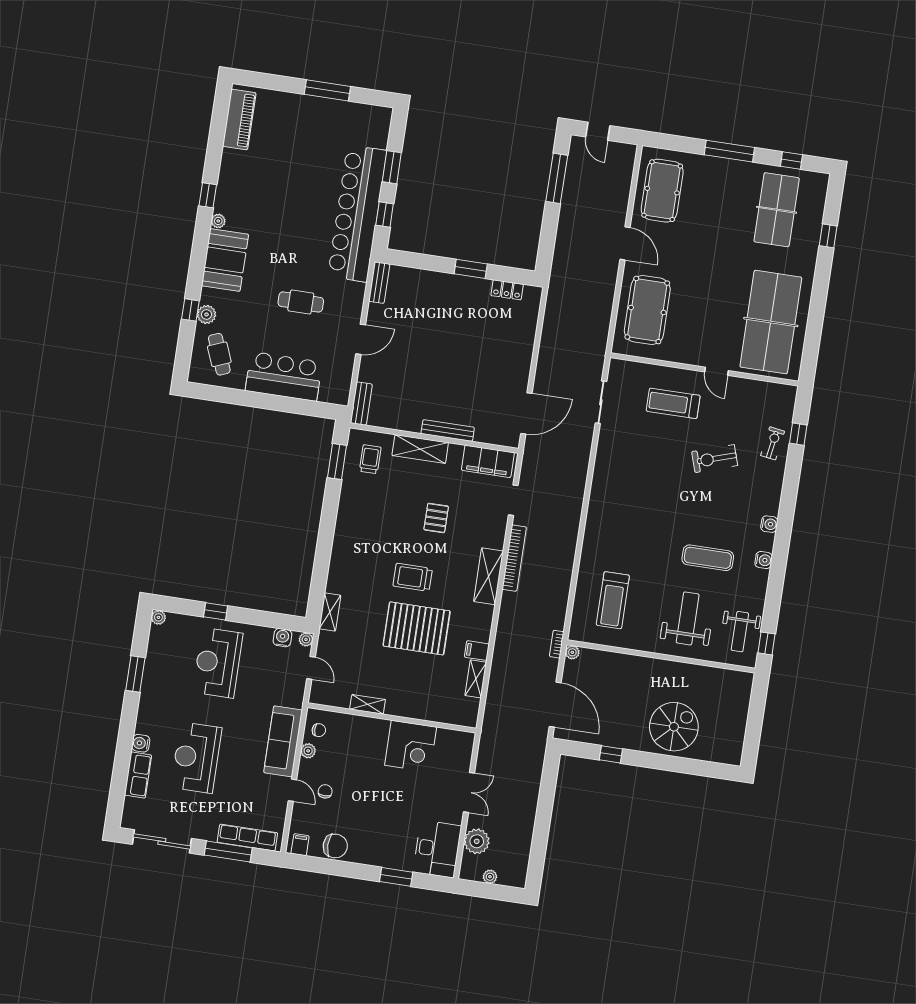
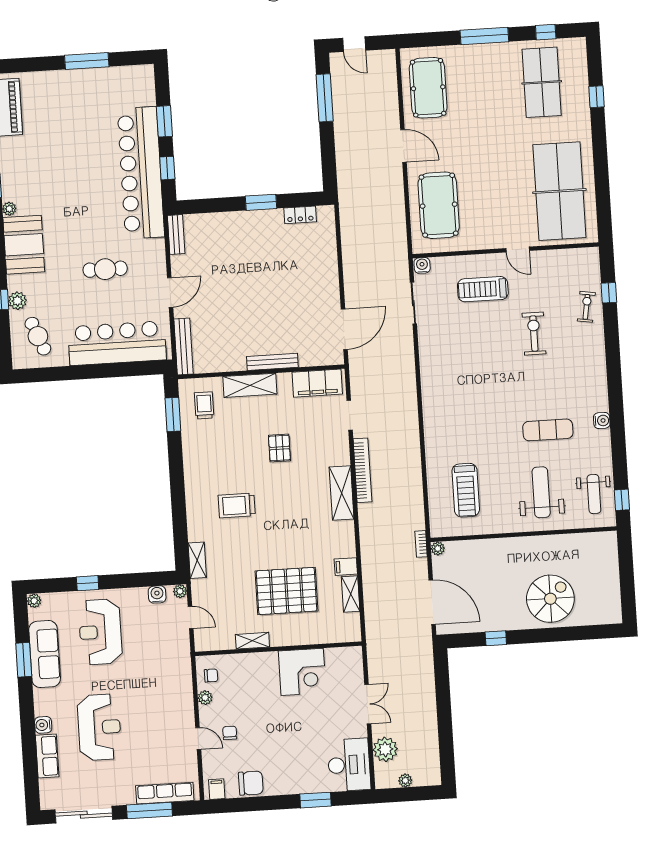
bar counter: (284, 376) -> (117, 343), width x1.36
bench: (361, 404) -> (184, 346), width x1.36
exercise bike: (715, 459) -> (534, 334), turned 108
water cooler: (769, 524) -> (422, 265), moved, turned -90
trolley: (413, 577) -> (237, 505), moved
pallet: (417, 628) -> (287, 591), moved
sofa: (283, 741) -> (45, 654), moved, turned 180
reception desk: (196, 758) -> (99, 727), turned 180

